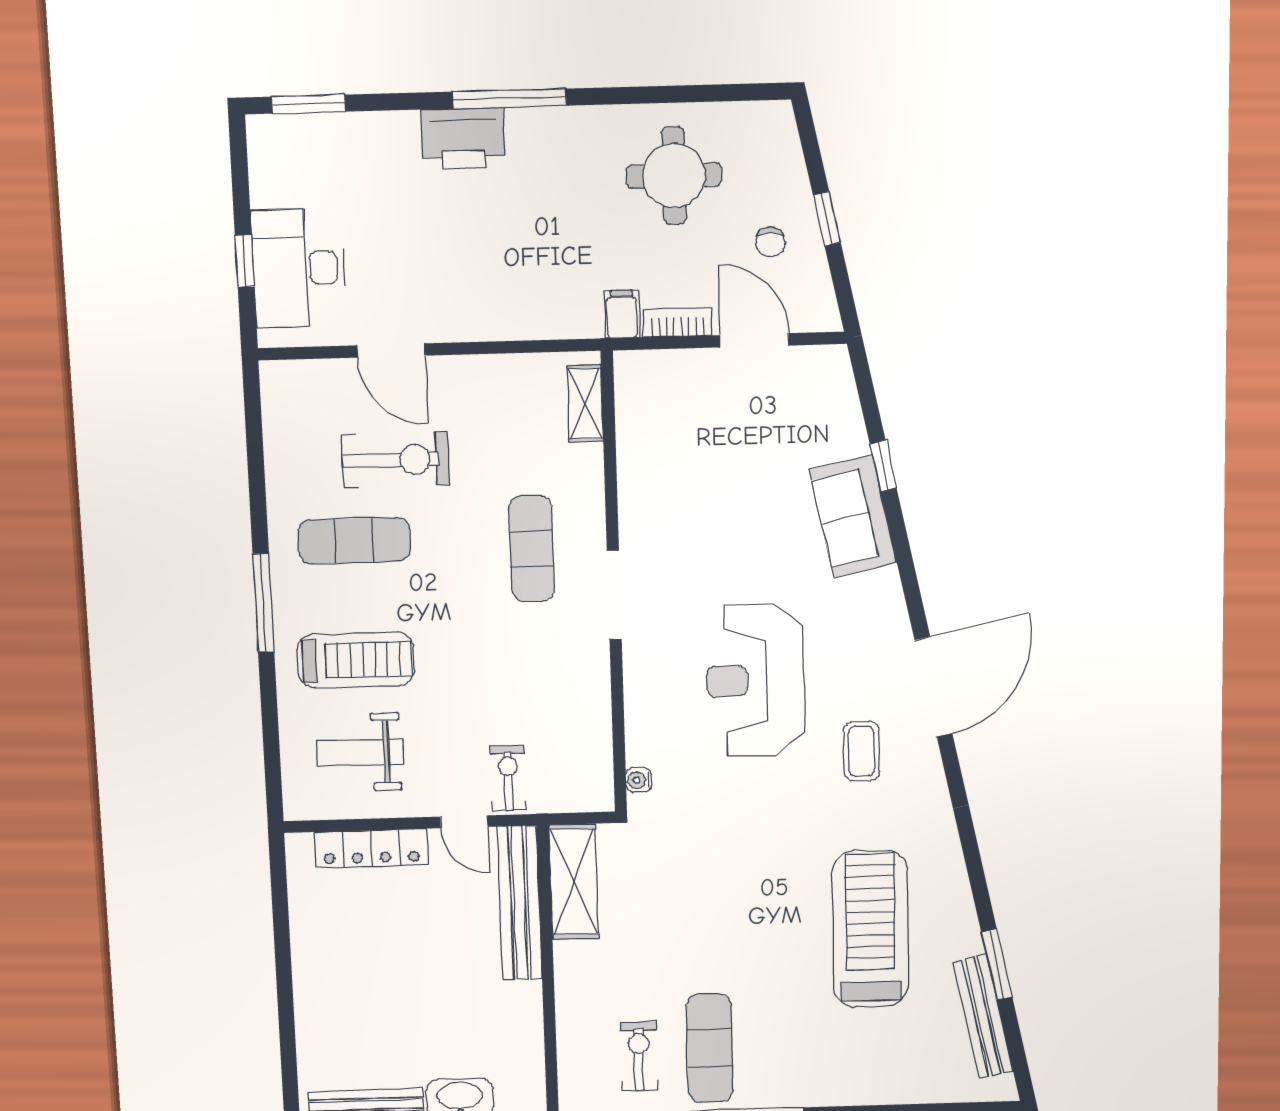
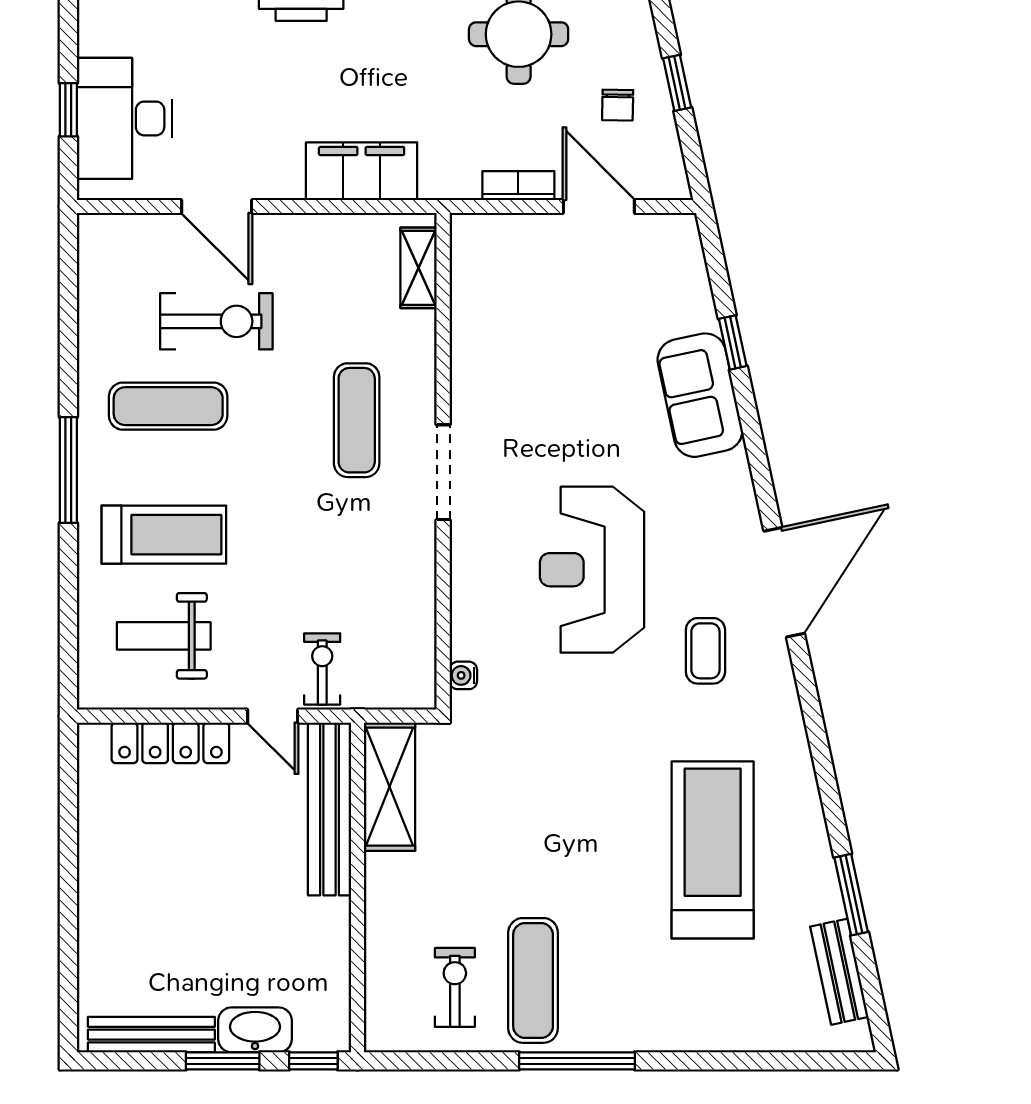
filing cabinet: (622, 314) -> (362, 171), moved, width x3.00, depth x1.17
bench: (983, 1017) -> (839, 972), width x0.73

